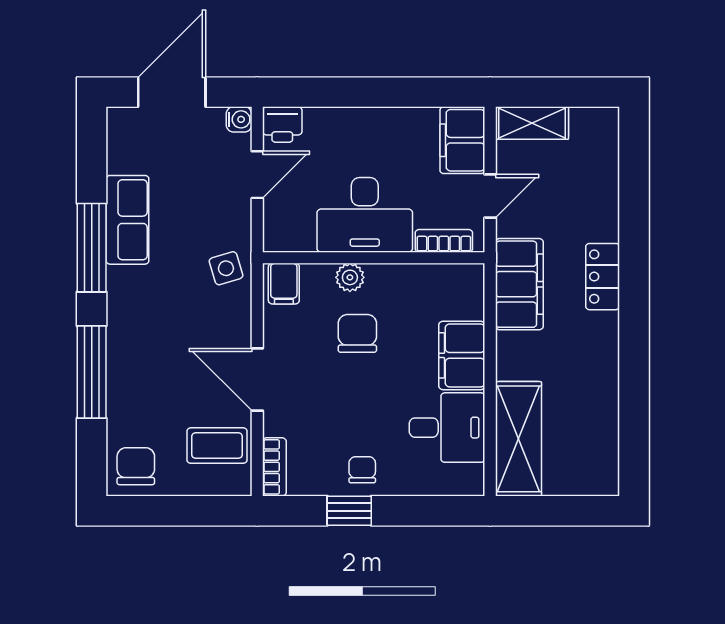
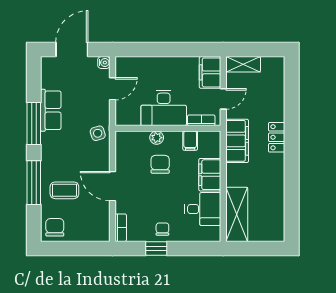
printer: (282, 124) -> (124, 65), removed
filing cabinet: (284, 284) -> (190, 141), moved
coffee table: (217, 446) -> (64, 190), moved

